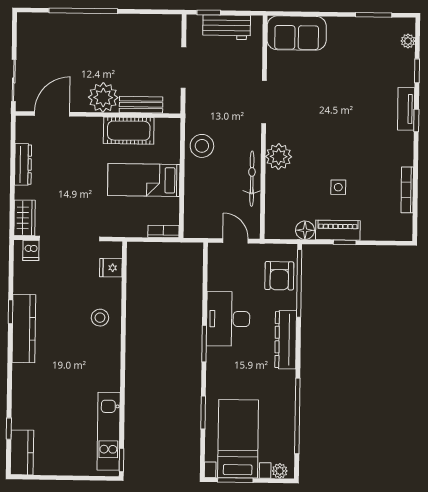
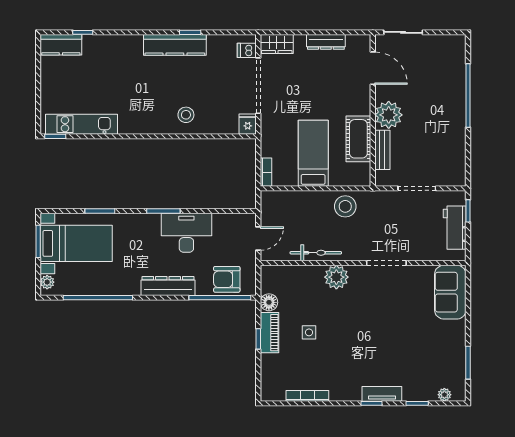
fridge: (111, 268) -> (248, 124), moved

